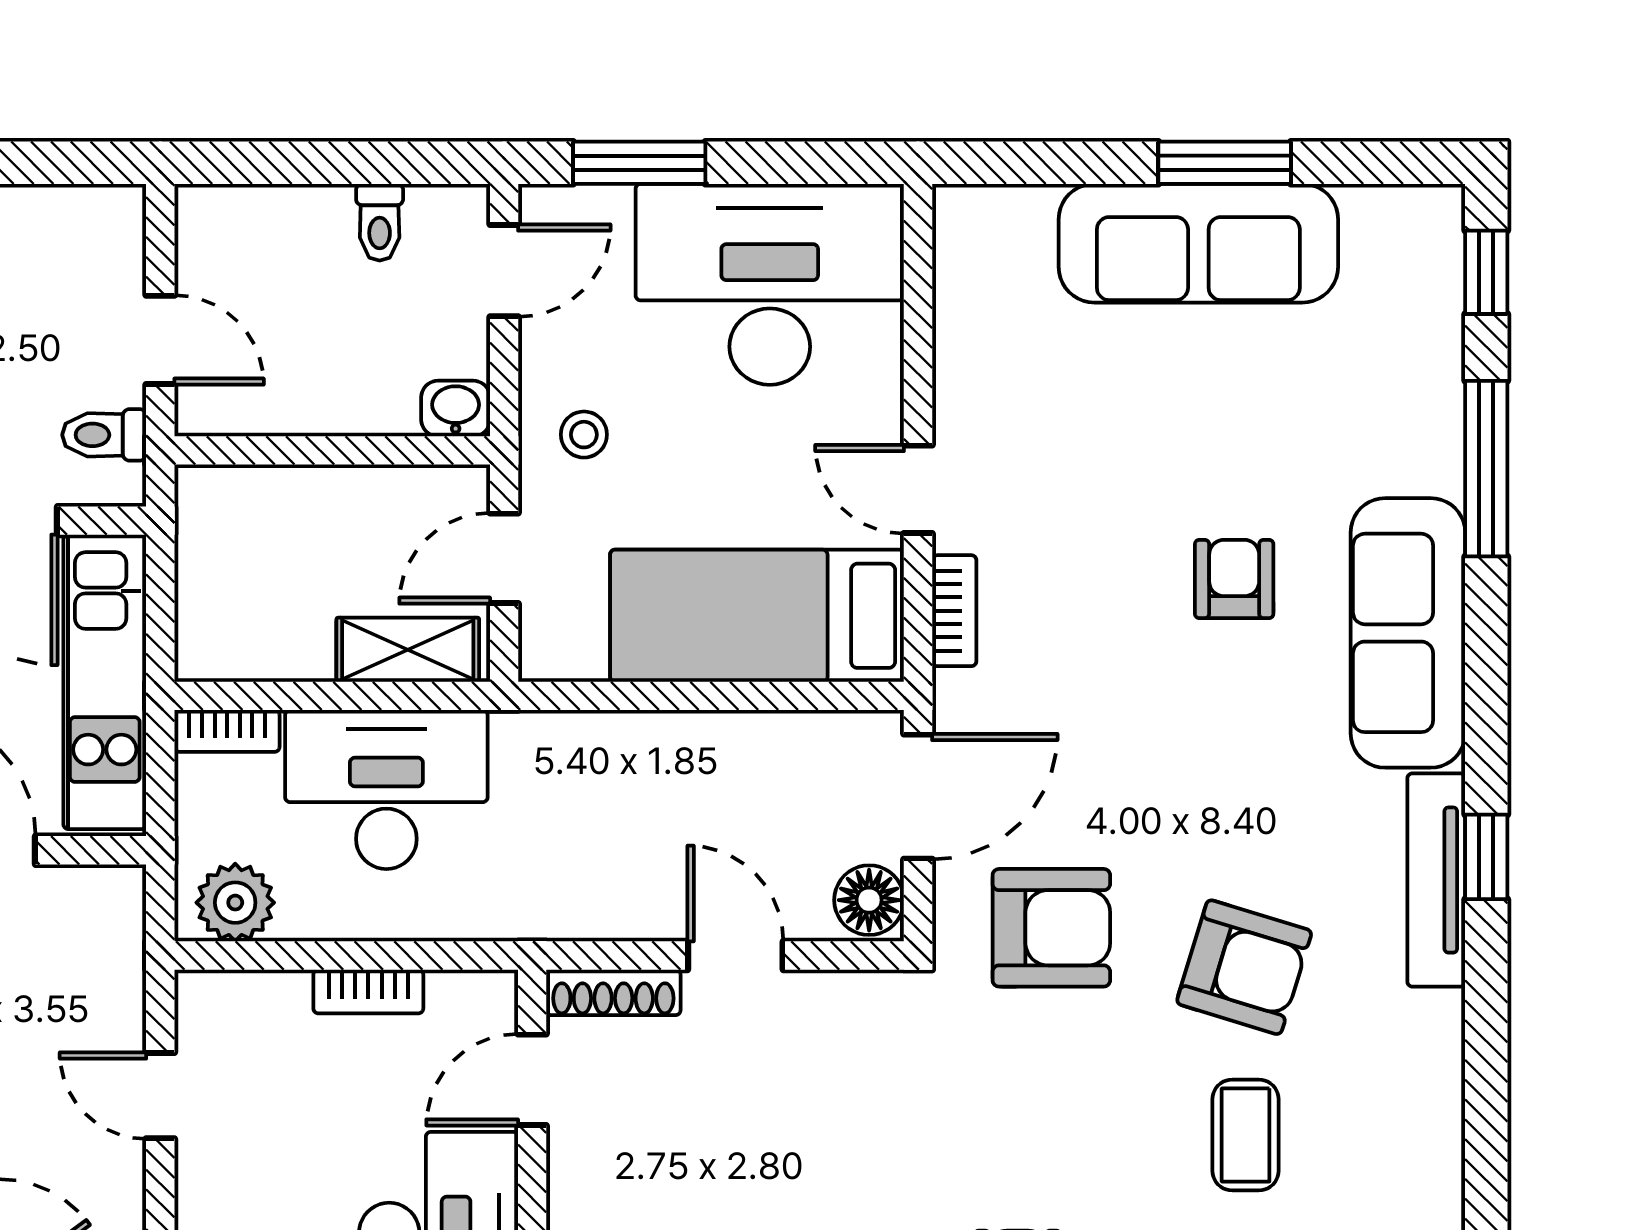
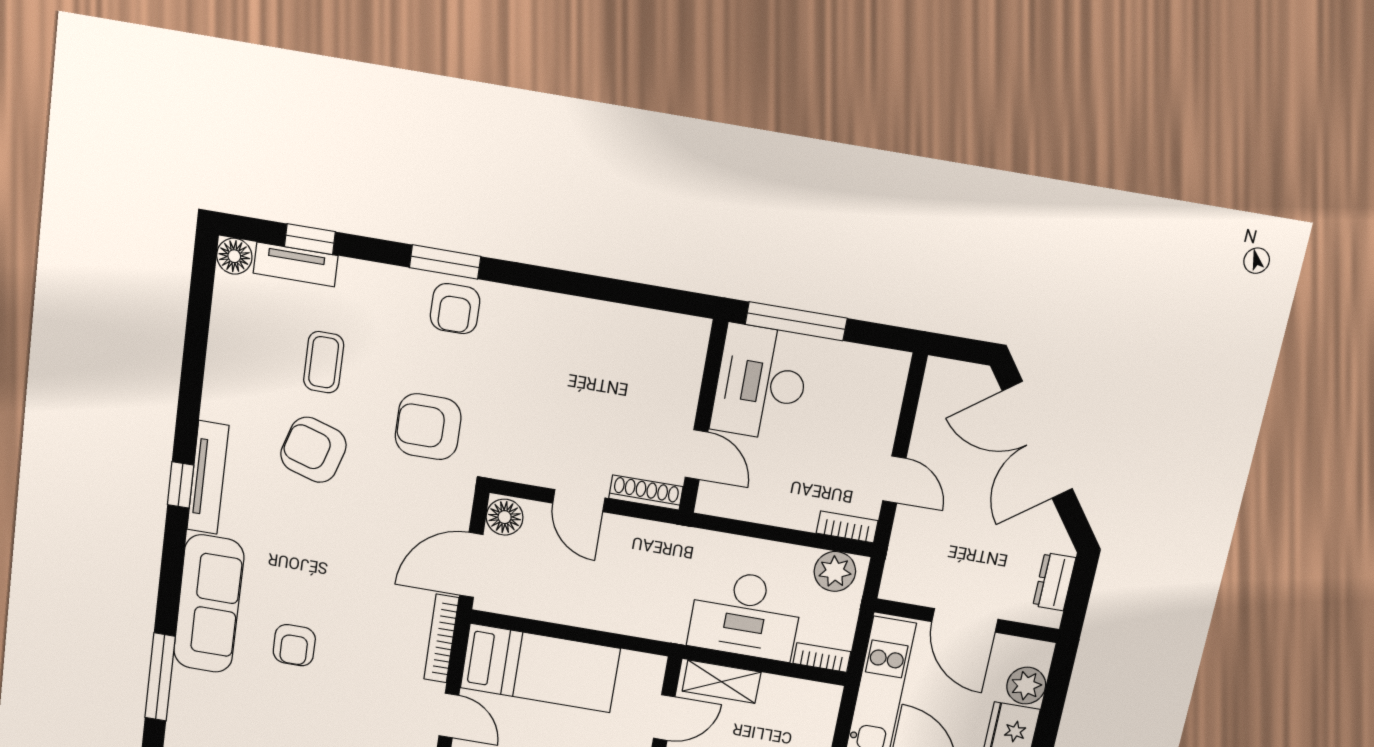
bookcase: (954, 611) -> (441, 638), width x1.56
armchair: (1051, 928) -> (428, 427), moved
bookcase: (368, 992) -> (847, 527), moved
door: (532, 1080) -> (697, 455), hinge flipped

